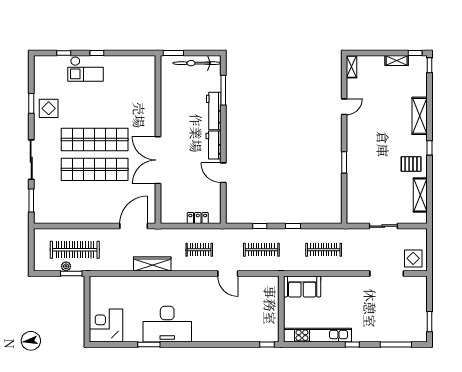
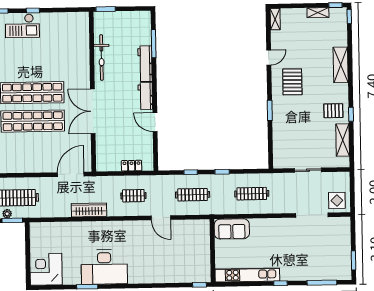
bicycle: (197, 63) -> (102, 58), moved, turned -90
pallet: (368, 133) -> (292, 82), added
window: (429, 148) -> (351, 114), moved

